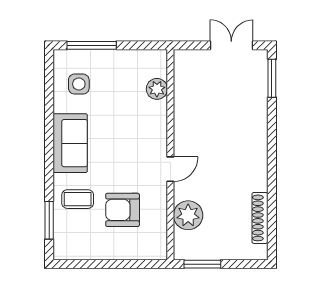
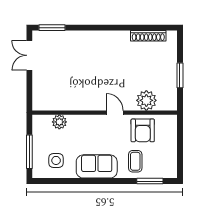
plant: (157, 89) -> (59, 122), moved
wall: (170, 155) -> (105, 113), moved
door: (170, 169) -> (115, 113), moved
plant: (188, 215) -> (146, 100), moved

